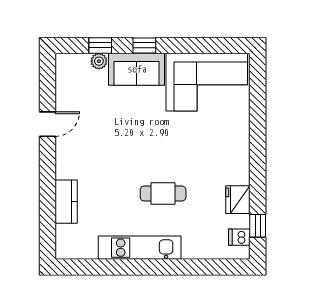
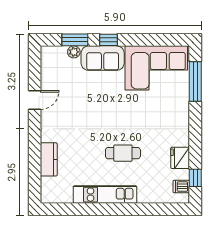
window: (100, 45) -> (75, 40), width x1.50
window: (258, 100) -> (195, 81), added

